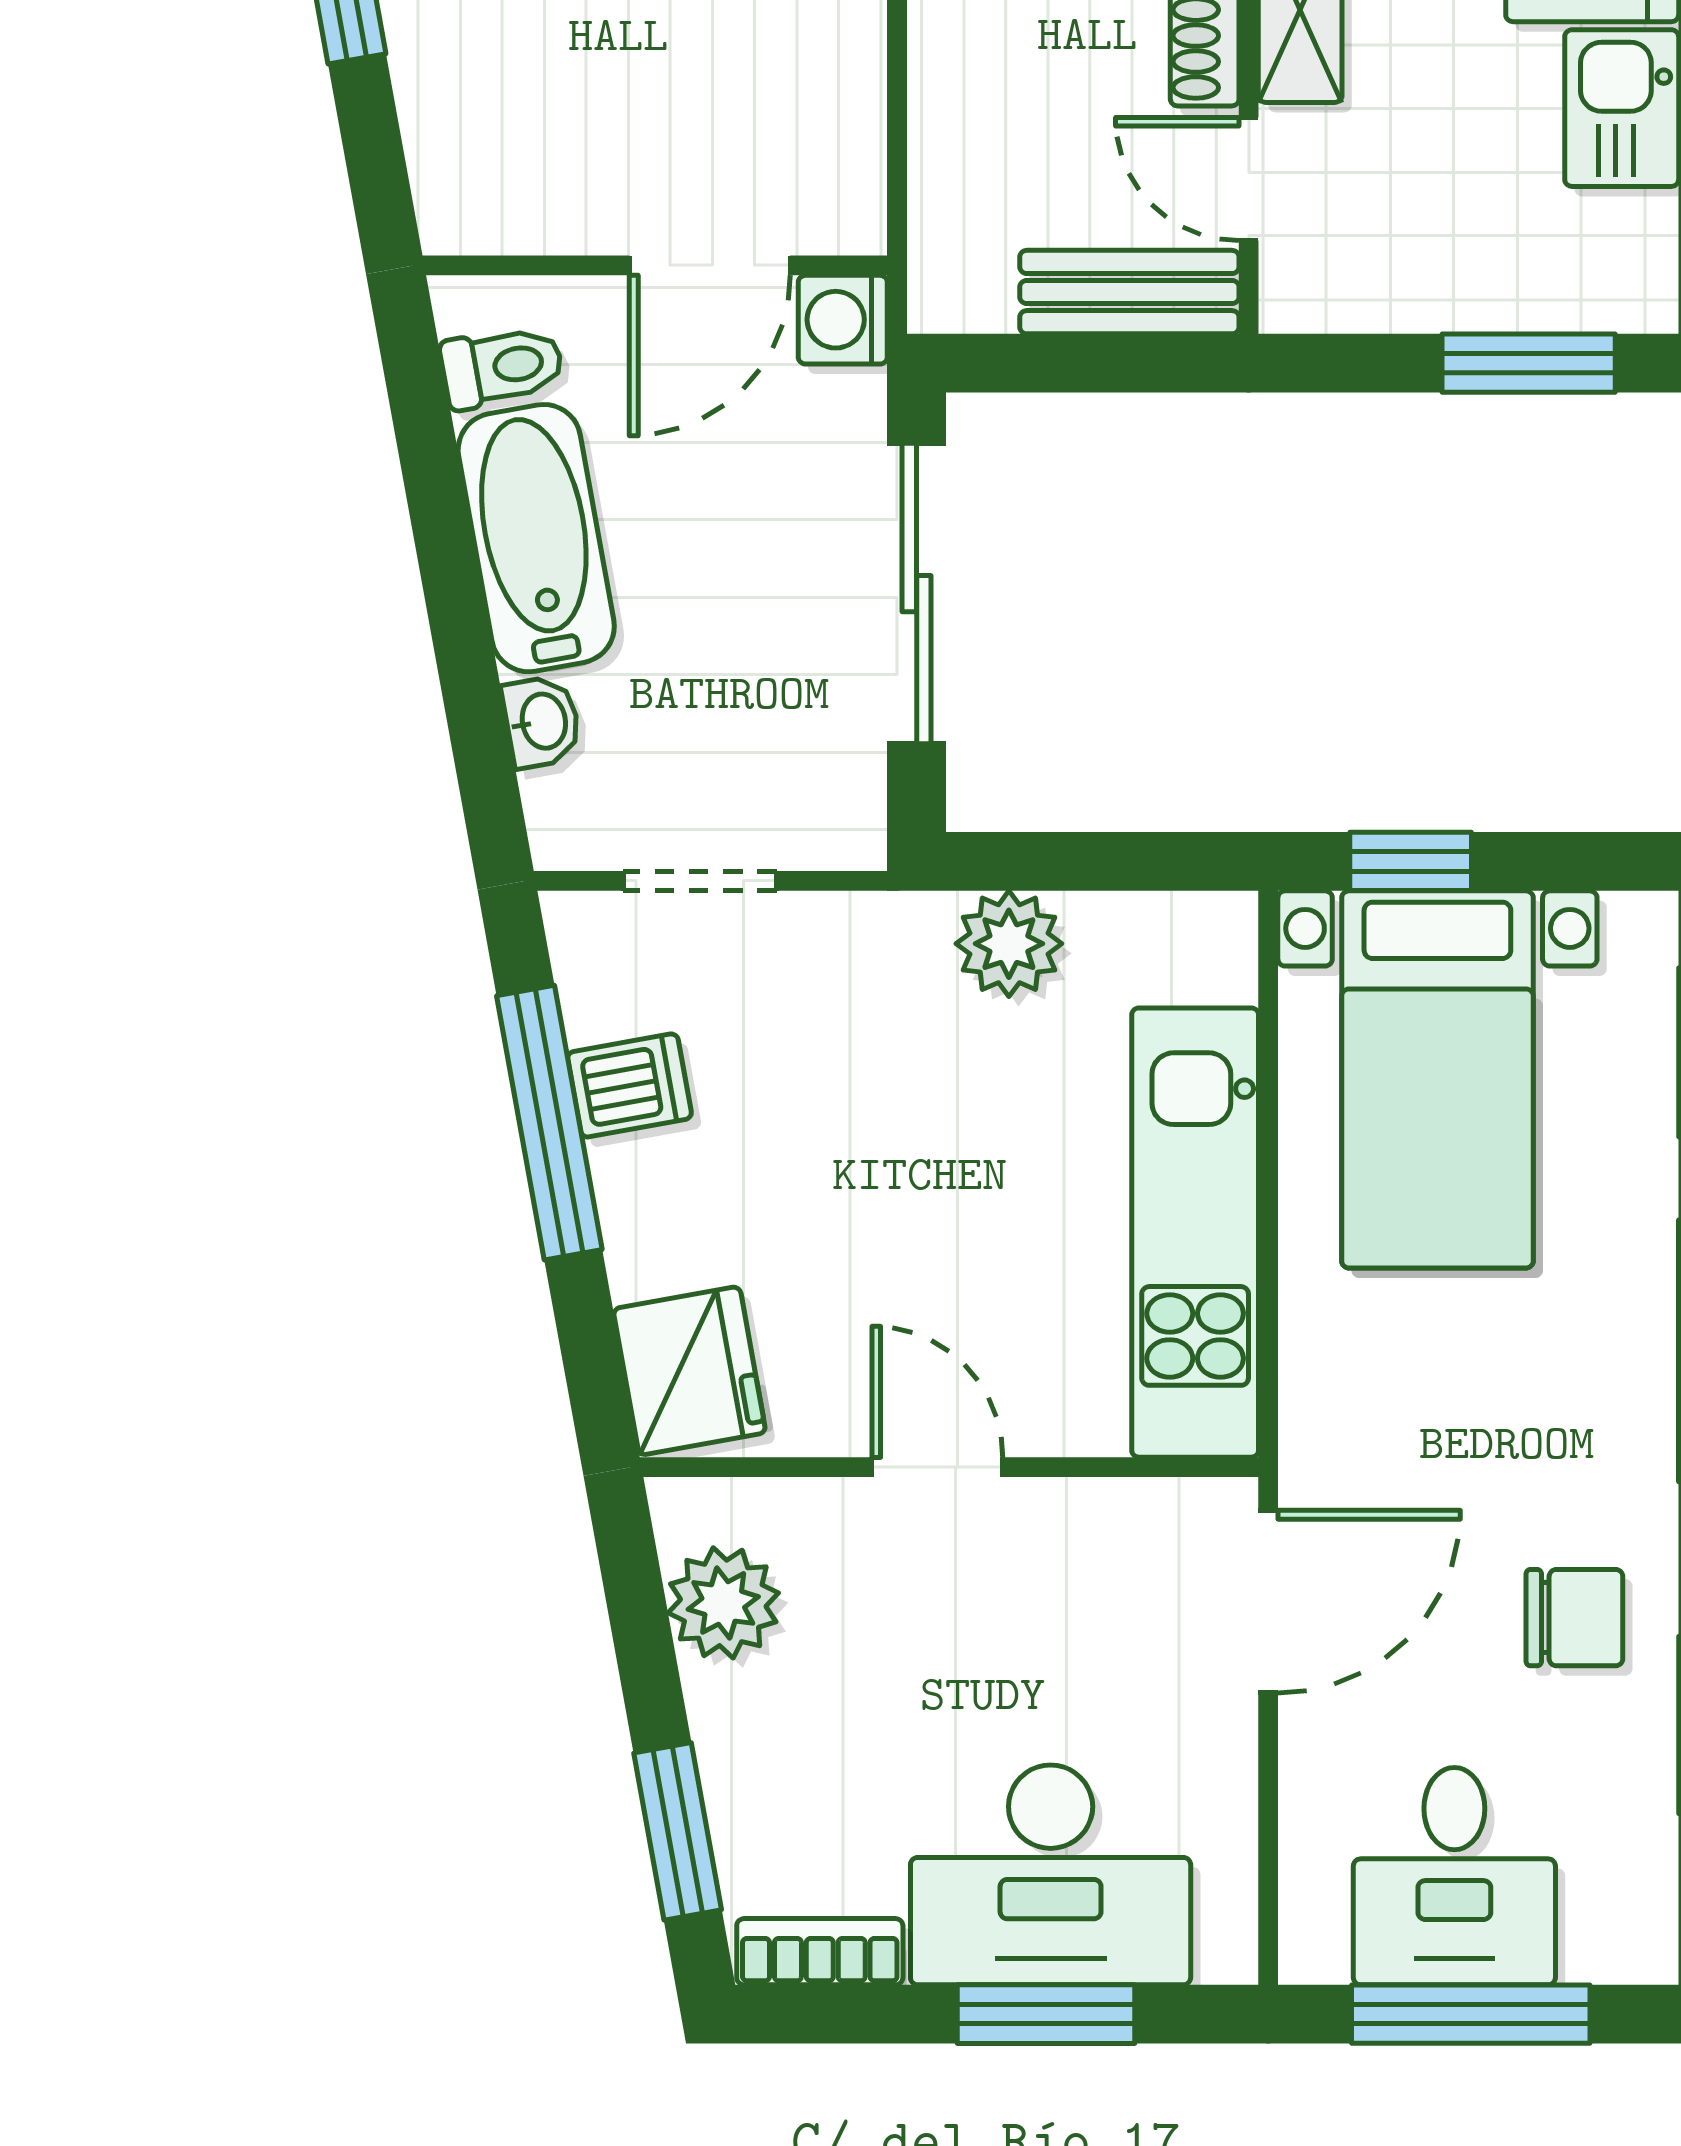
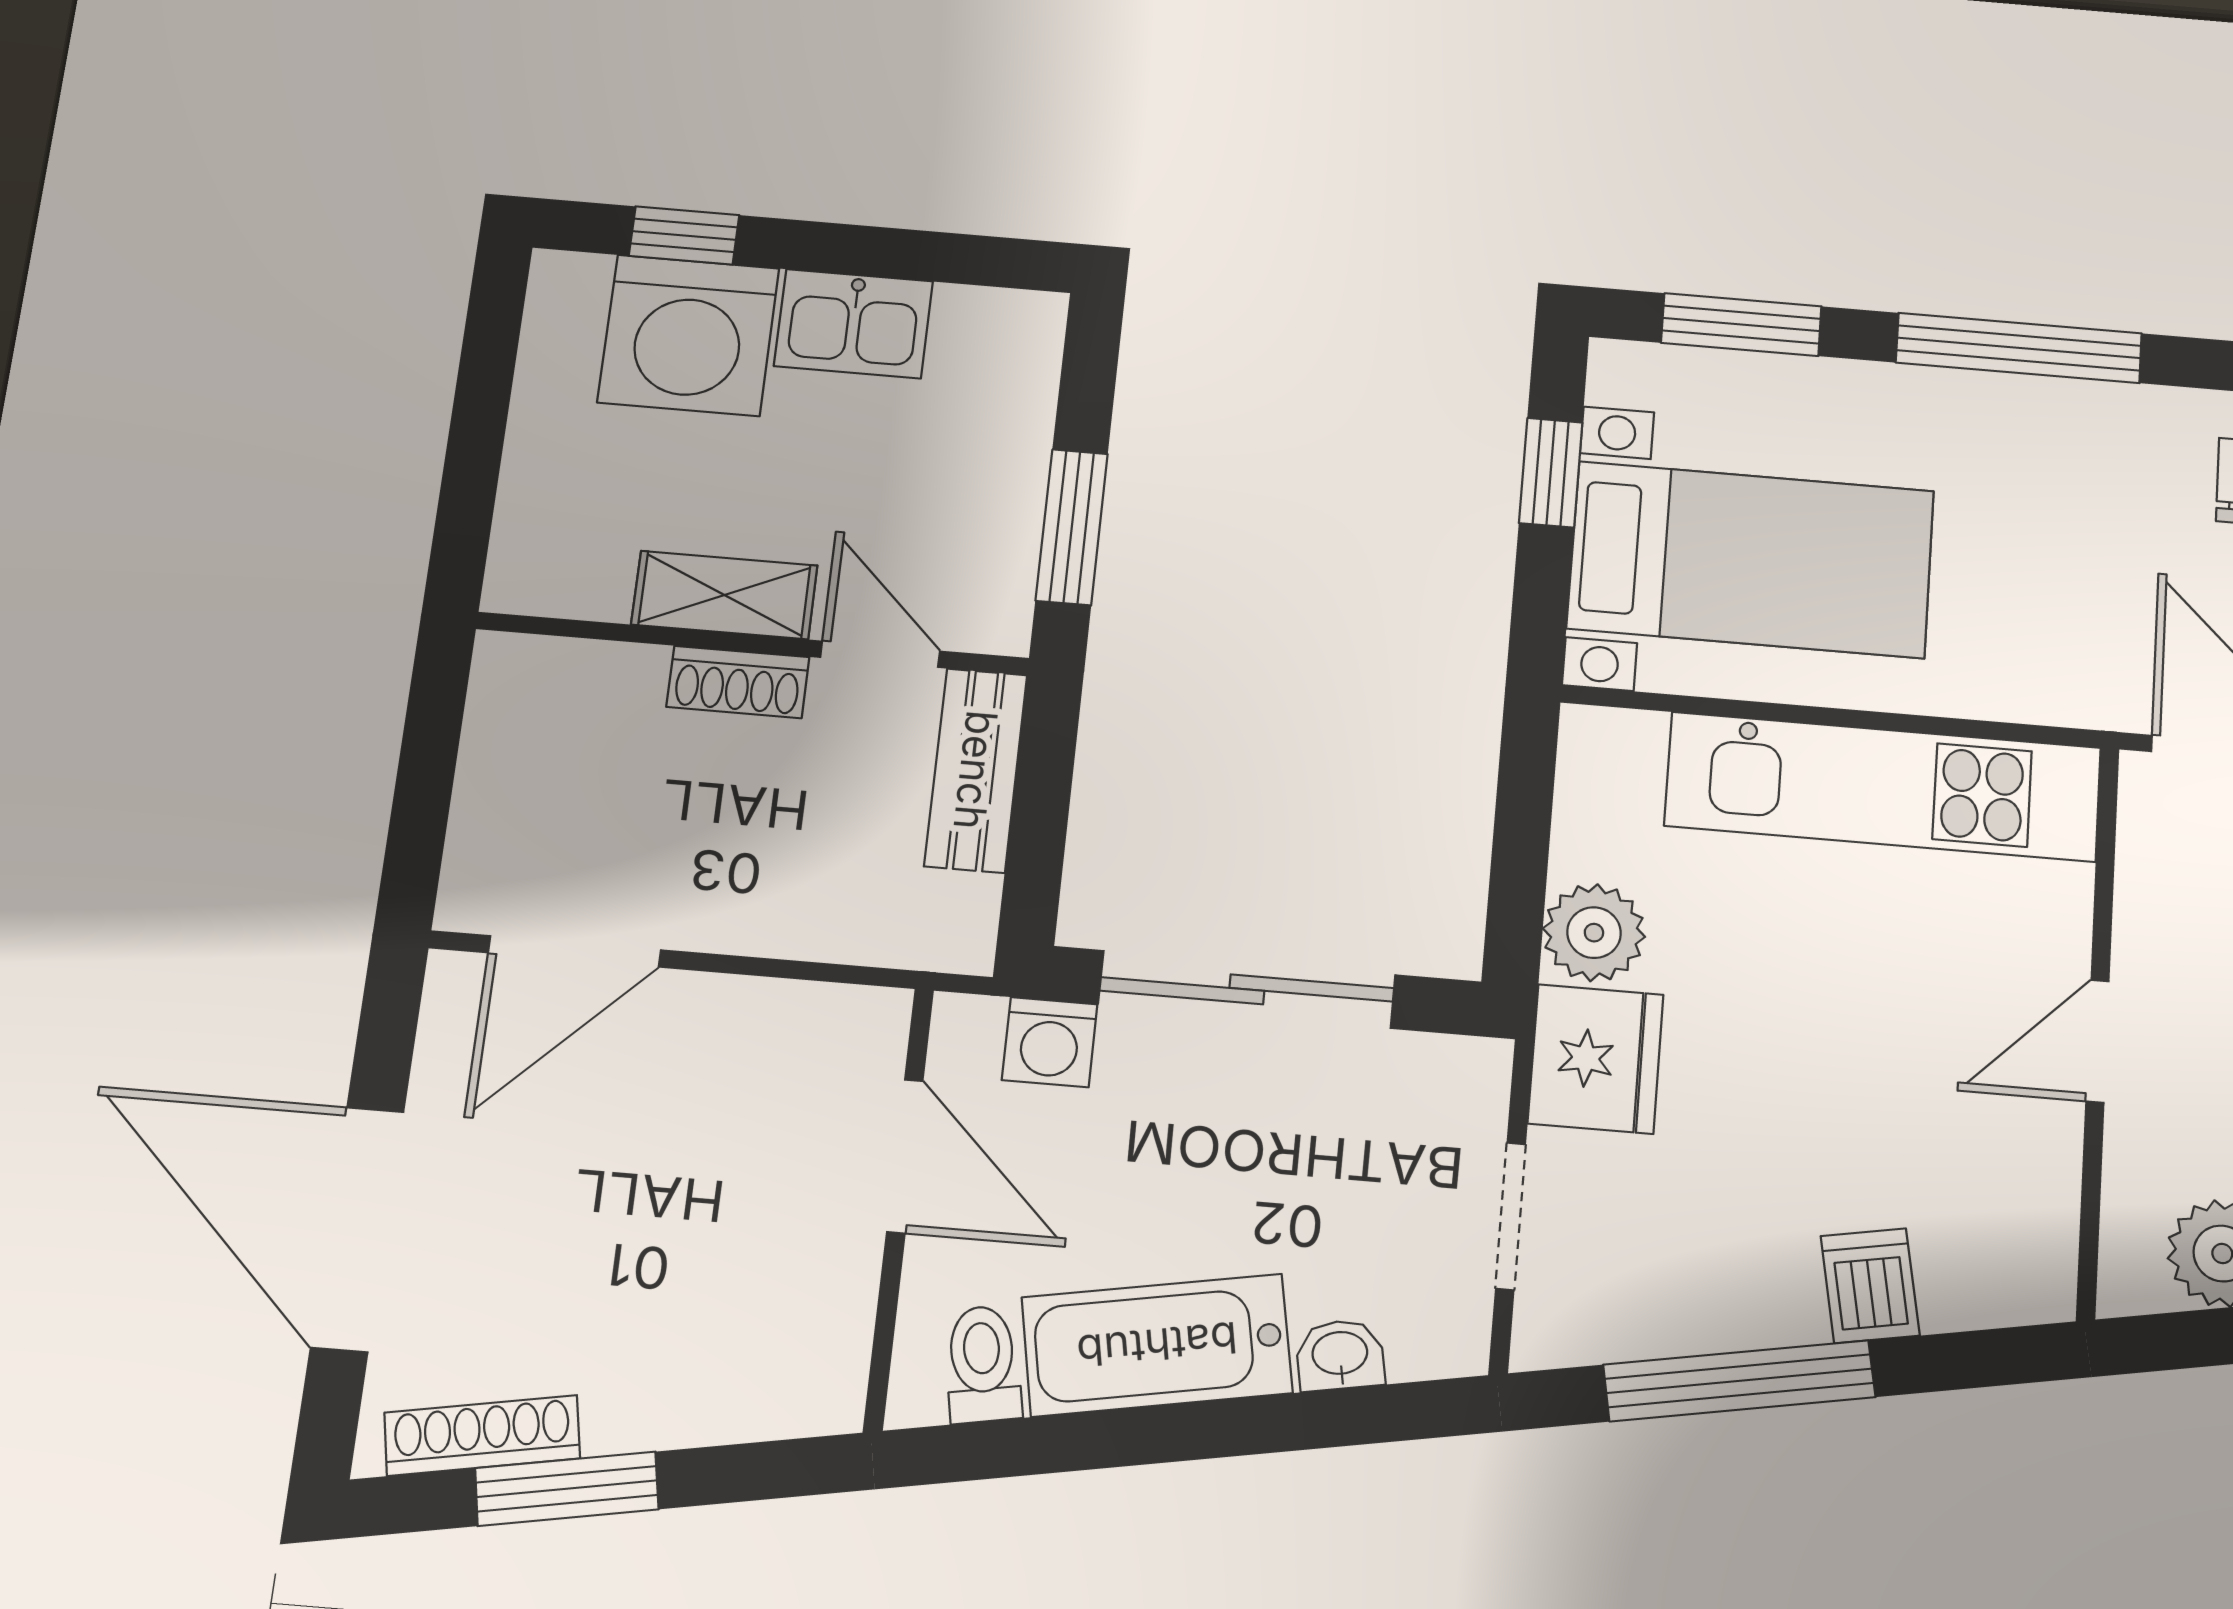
door: (1249, 179) -> (880, 654), swing flipped
washing machine: (843, 320) -> (1050, 1042), moved
window: (1529, 363) -> (1072, 527), moved
window: (1411, 861) -> (1551, 473), moved
dishwasher: (629, 1085) -> (1870, 1286), moved
fridge: (689, 1371) -> (1596, 1059), moved, turned 100

